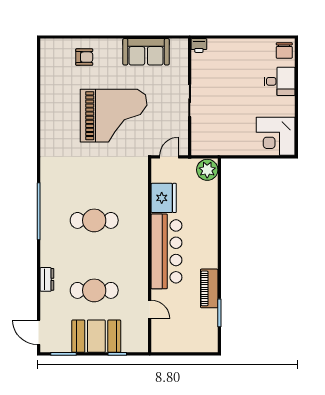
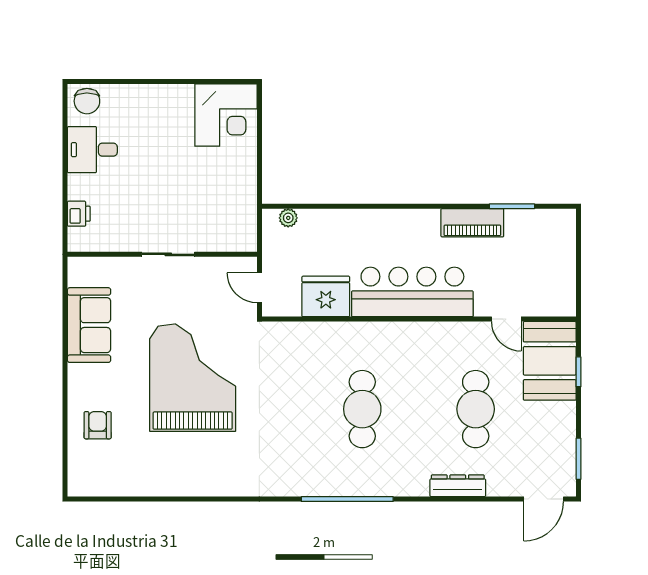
printer: (199, 45) -> (79, 214), moved
chair: (284, 50) -> (87, 101), turned 90
desk: (279, 81) -> (92, 150), moved, turned -90
plant: (207, 170) -> (288, 218), width x0.53, depth x0.53
dresser: (47, 279) -> (458, 486), width x1.44
door: (150, 309) -> (506, 319), swing flipped
booth: (96, 336) -> (550, 361), moved

